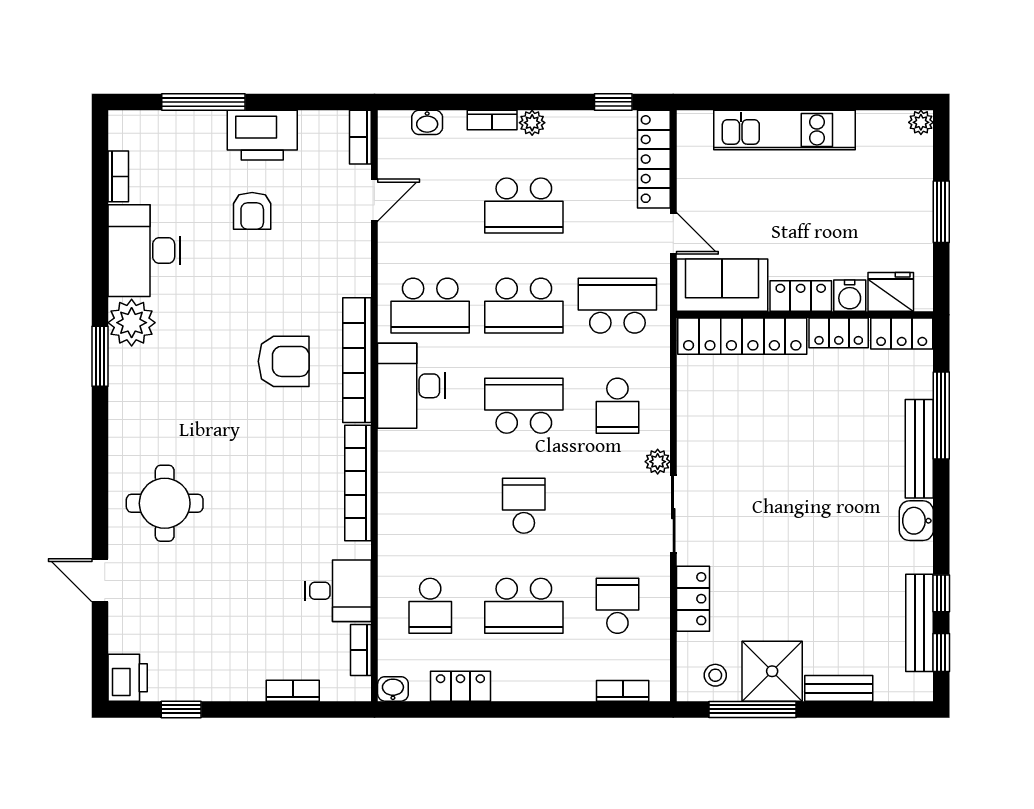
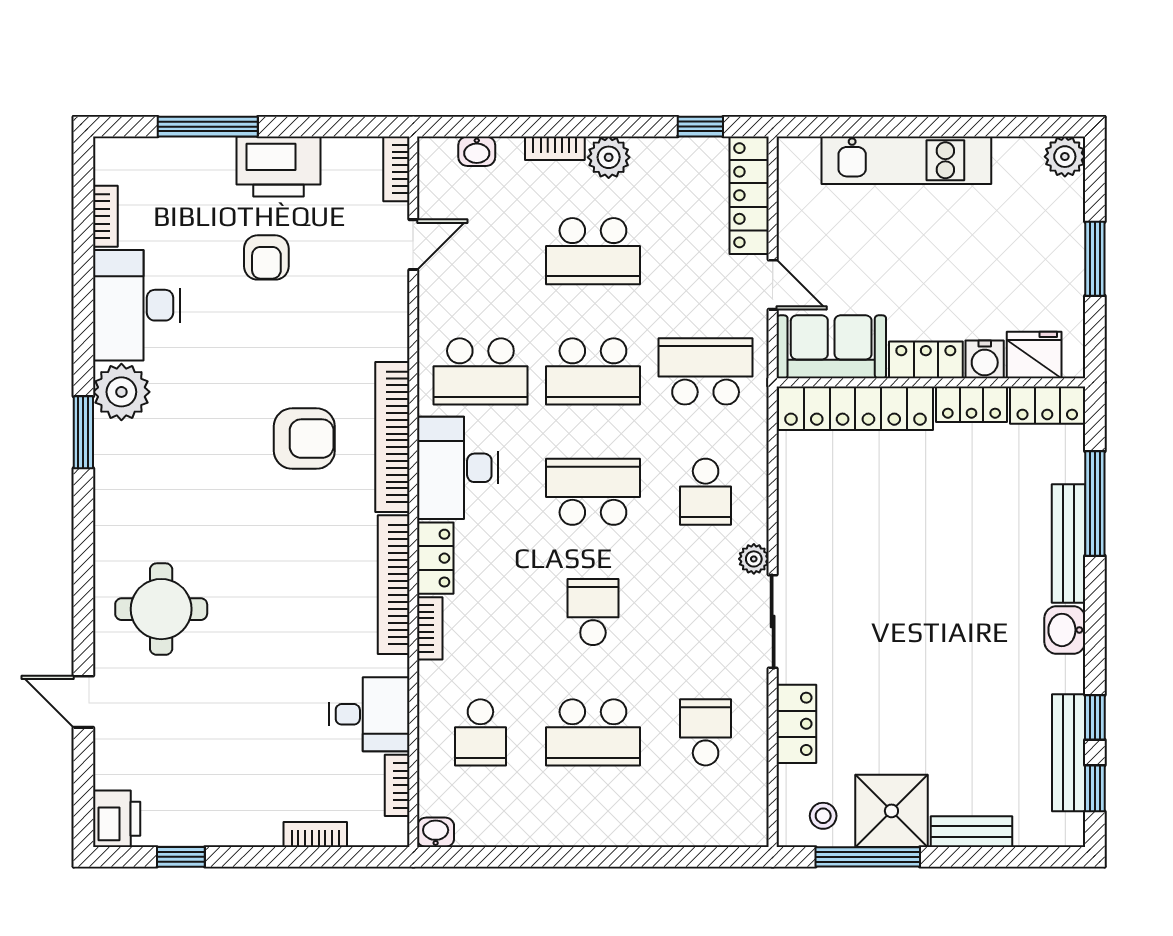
plant: (921, 122) -> (1065, 157), width x1.38, depth x1.38
plant: (532, 123) -> (609, 157), width x1.38, depth x1.38
locker: (460, 686) -> (435, 558), moved, turned 90
bookcase: (623, 691) -> (430, 628), moved, turned 90

